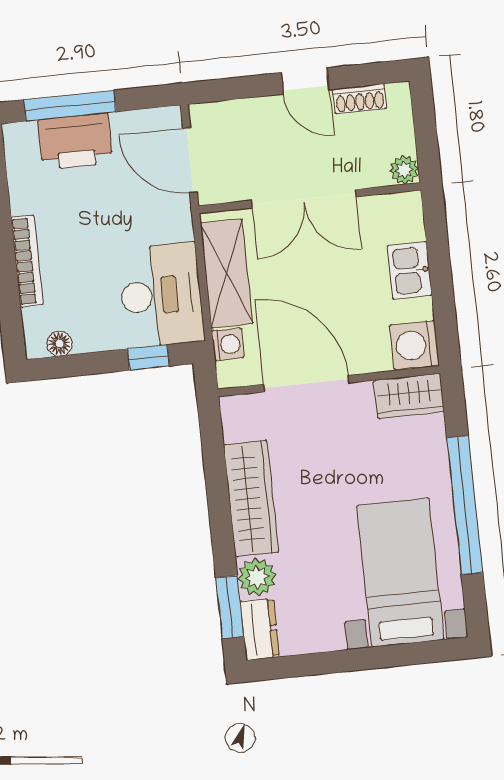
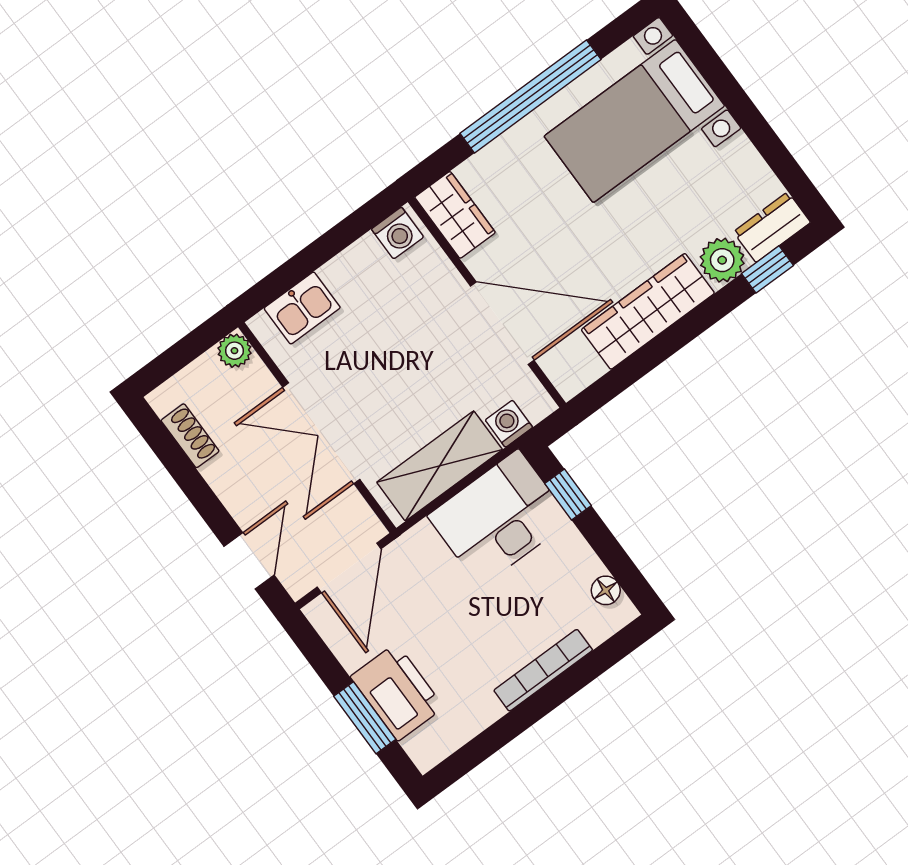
door: (305, 81) -> (249, 561), moved
window: (70, 106) -> (365, 718), width x0.69
double door: (304, 199) -> (321, 433), swing flipped
kitchen sink: (410, 270) -> (302, 308), moved
washing machine: (414, 345) -> (397, 233), width x0.73, depth x0.73
door: (306, 384) -> (502, 323), swing flipped
window: (230, 607) -> (767, 269), width x0.67

